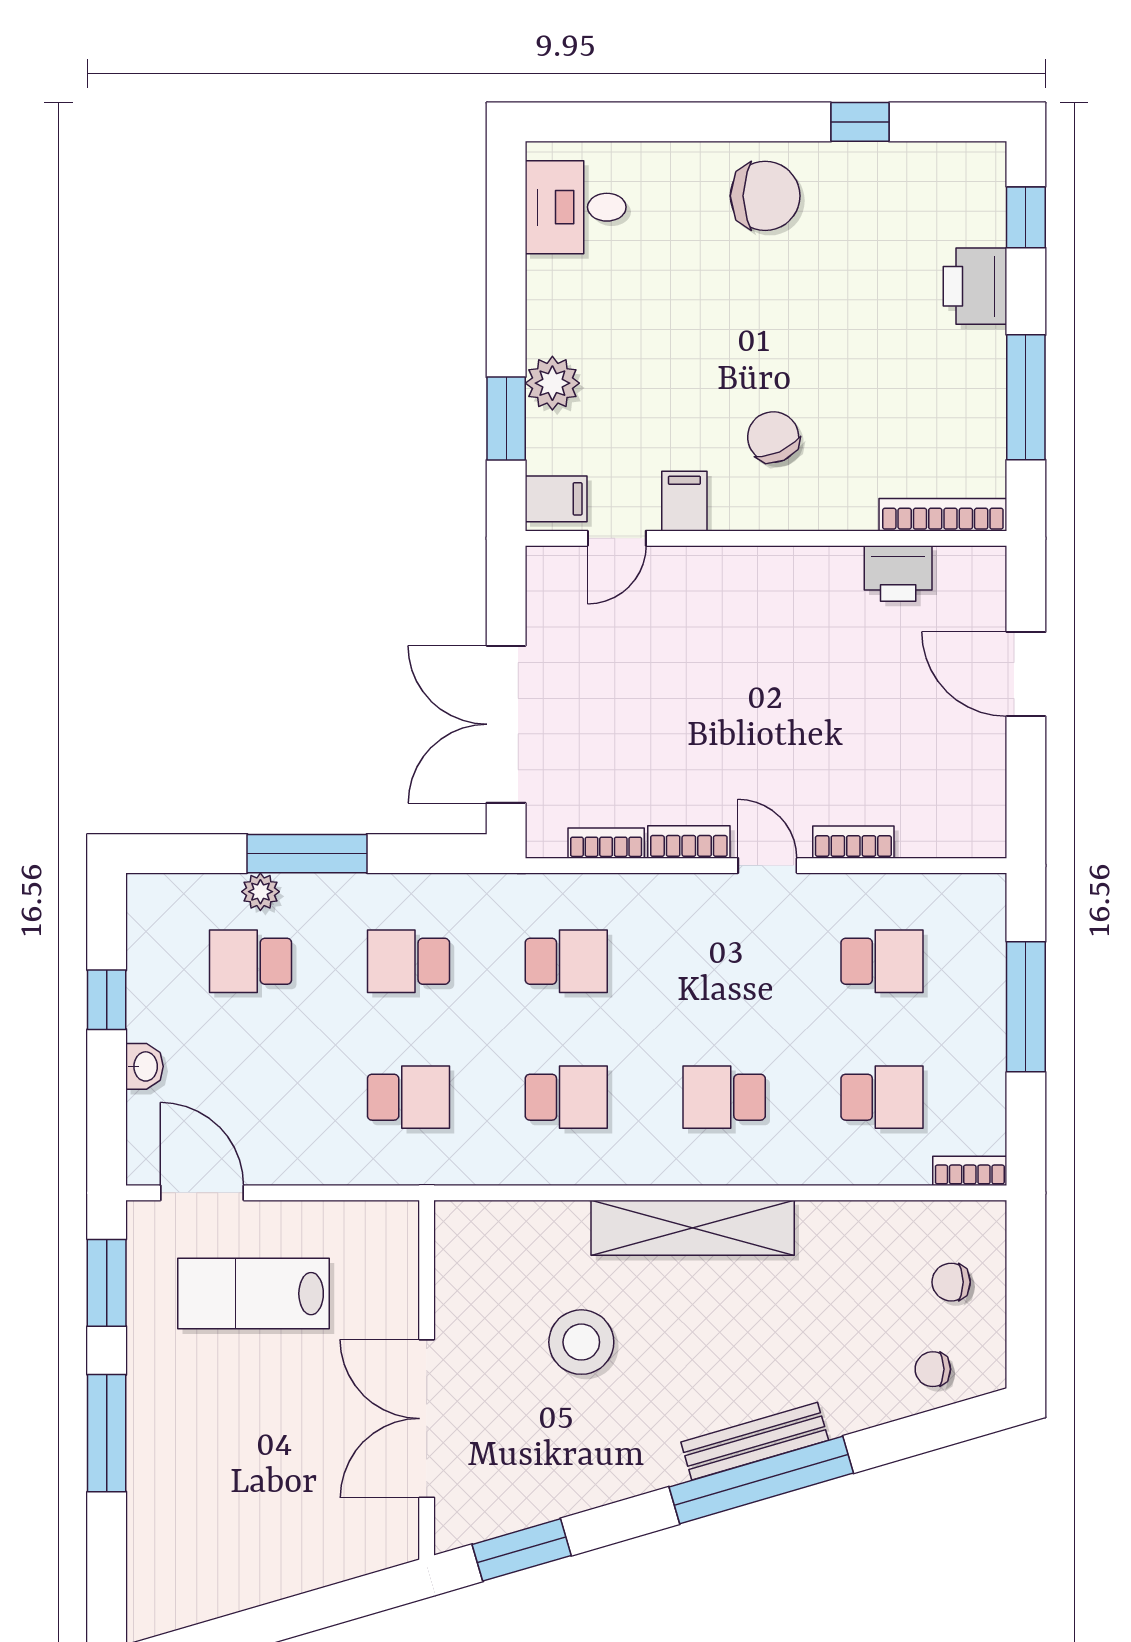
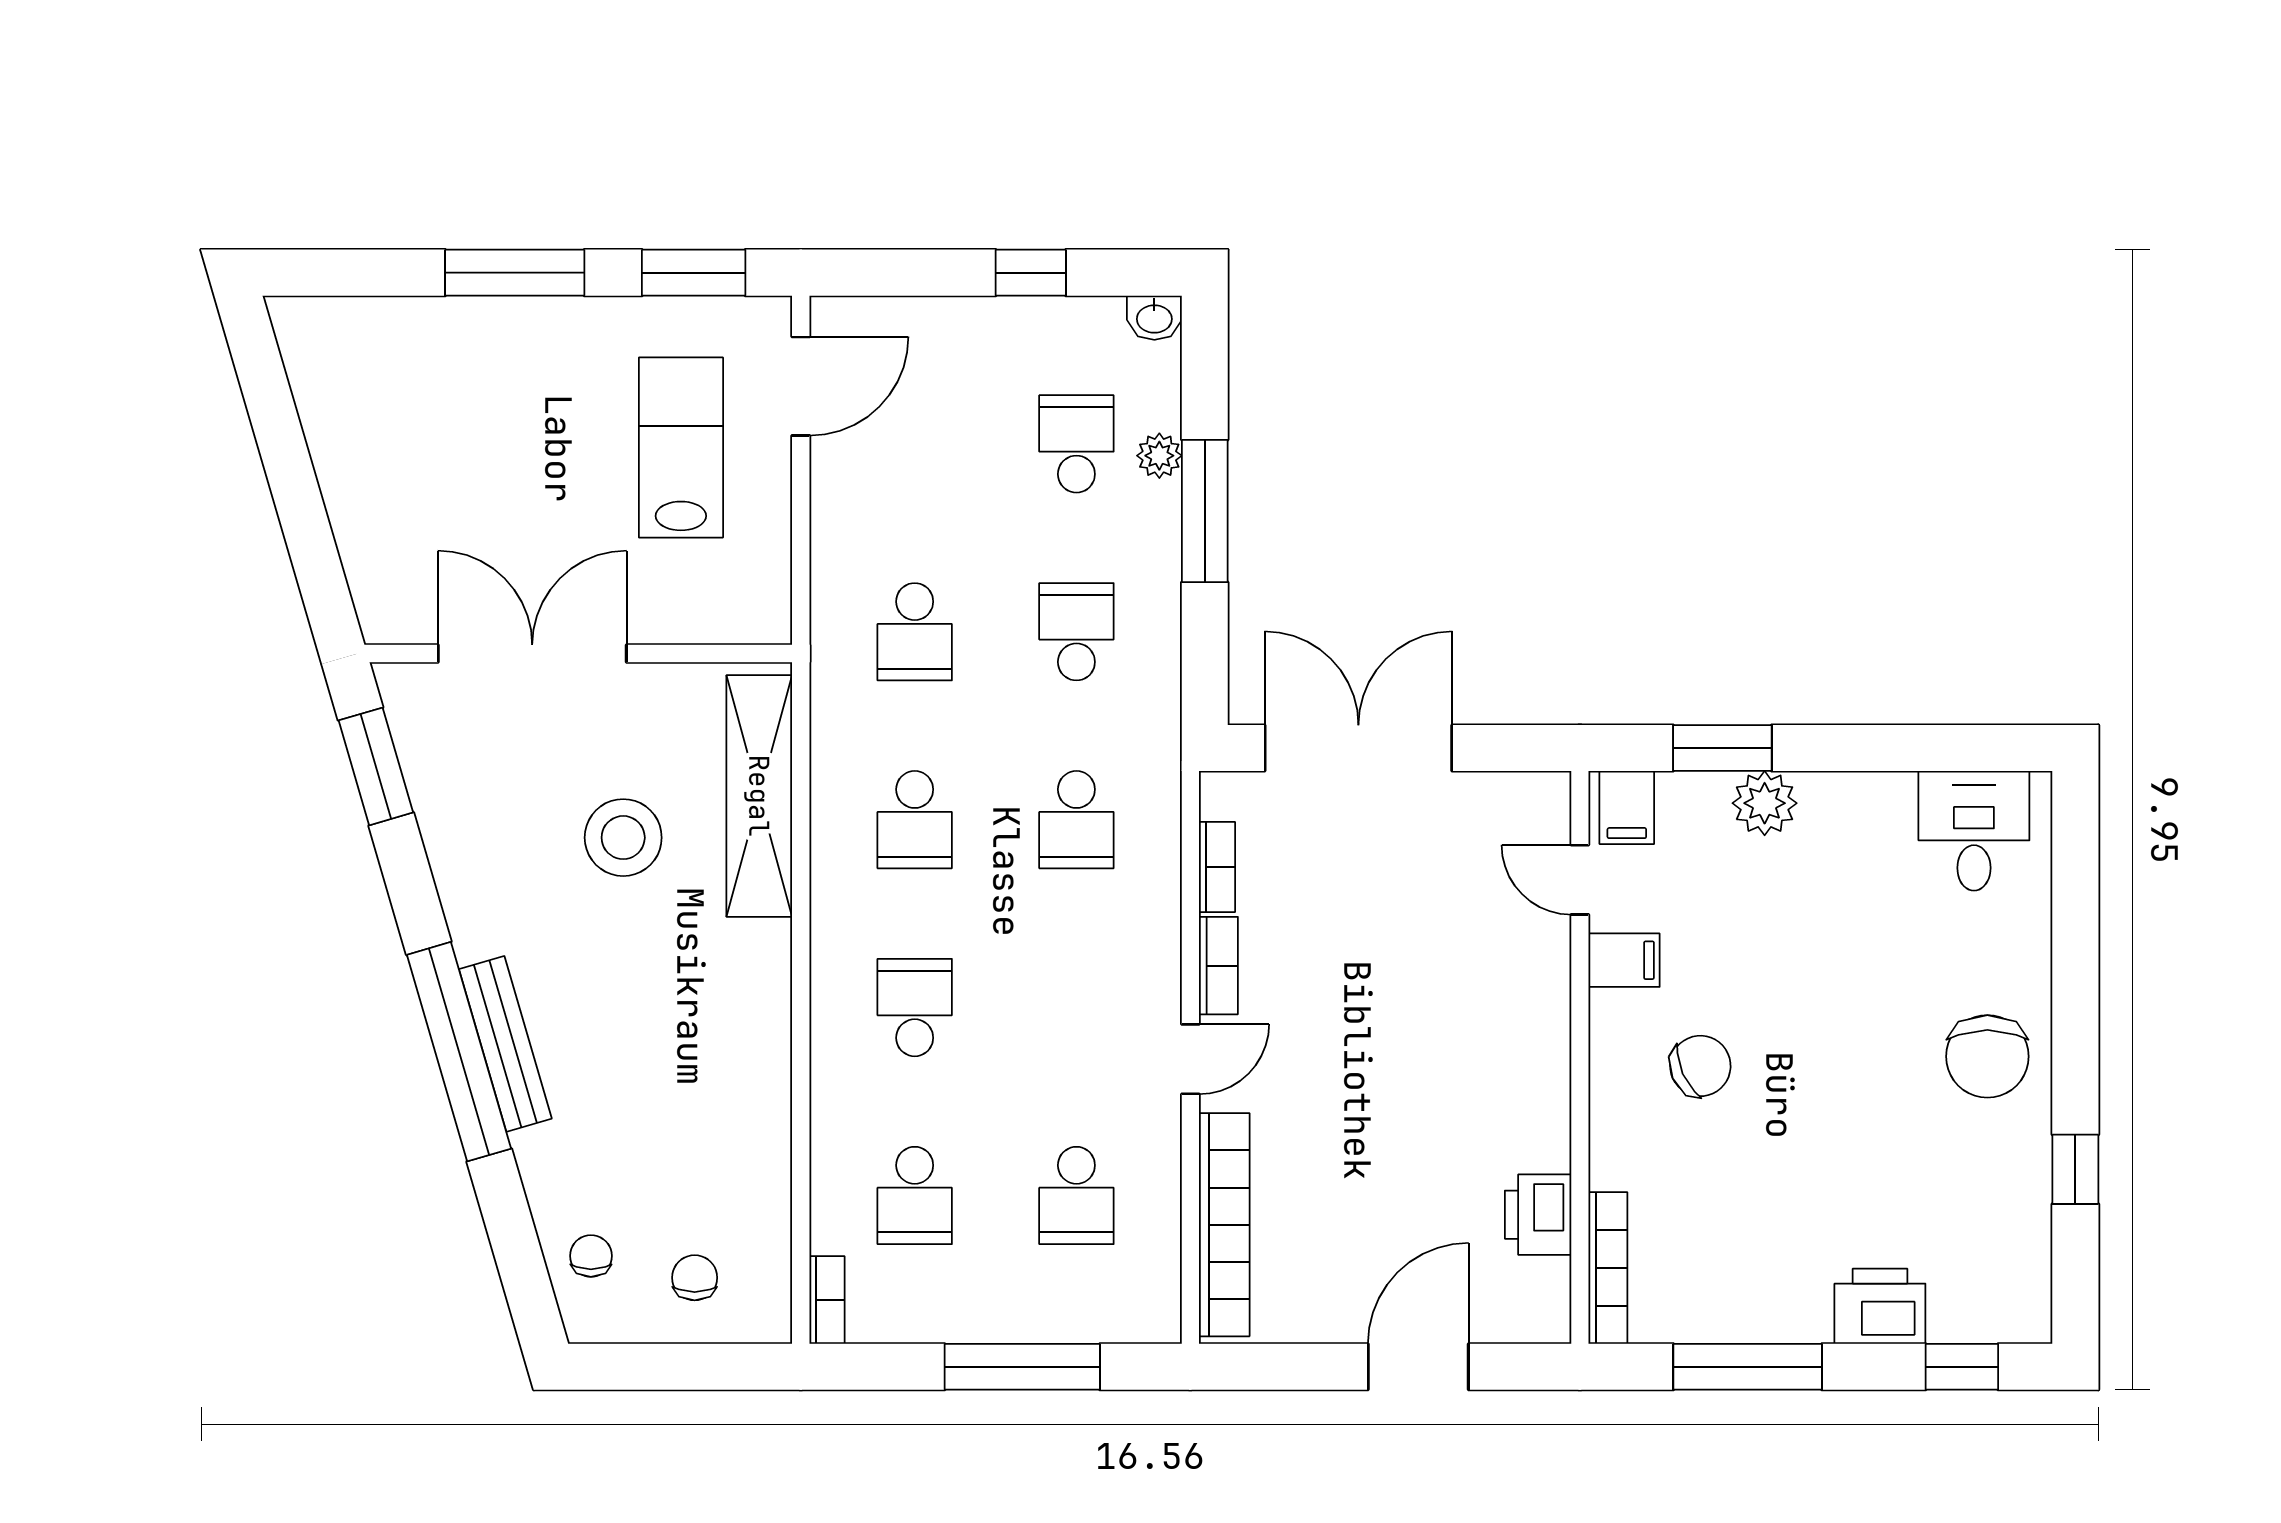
bookcase: (853, 842) -> (1224, 1225), width x2.31, depth x1.31
washbasin: (145, 1066) -> (1154, 318), moved
shelving: (693, 1228) -> (759, 796), moved

